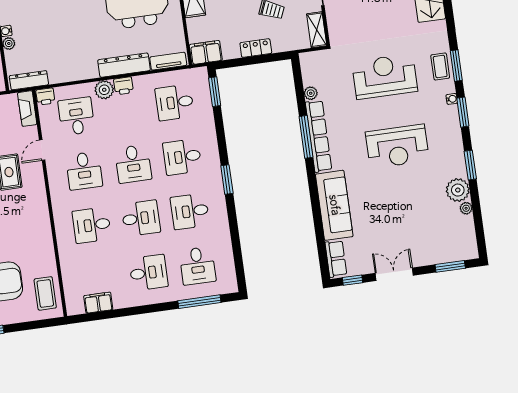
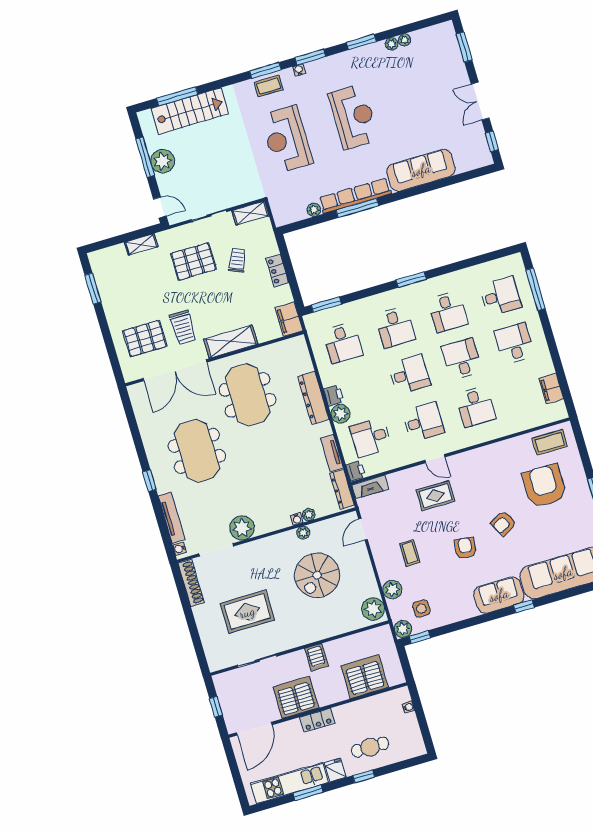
tv unit: (168, 61) -> (332, 453), moved
door: (42, 150) -> (435, 459), moved
plant: (458, 190) -> (392, 44), width x0.53, depth x0.53
row of seats: (336, 259) -> (473, 161), removed

